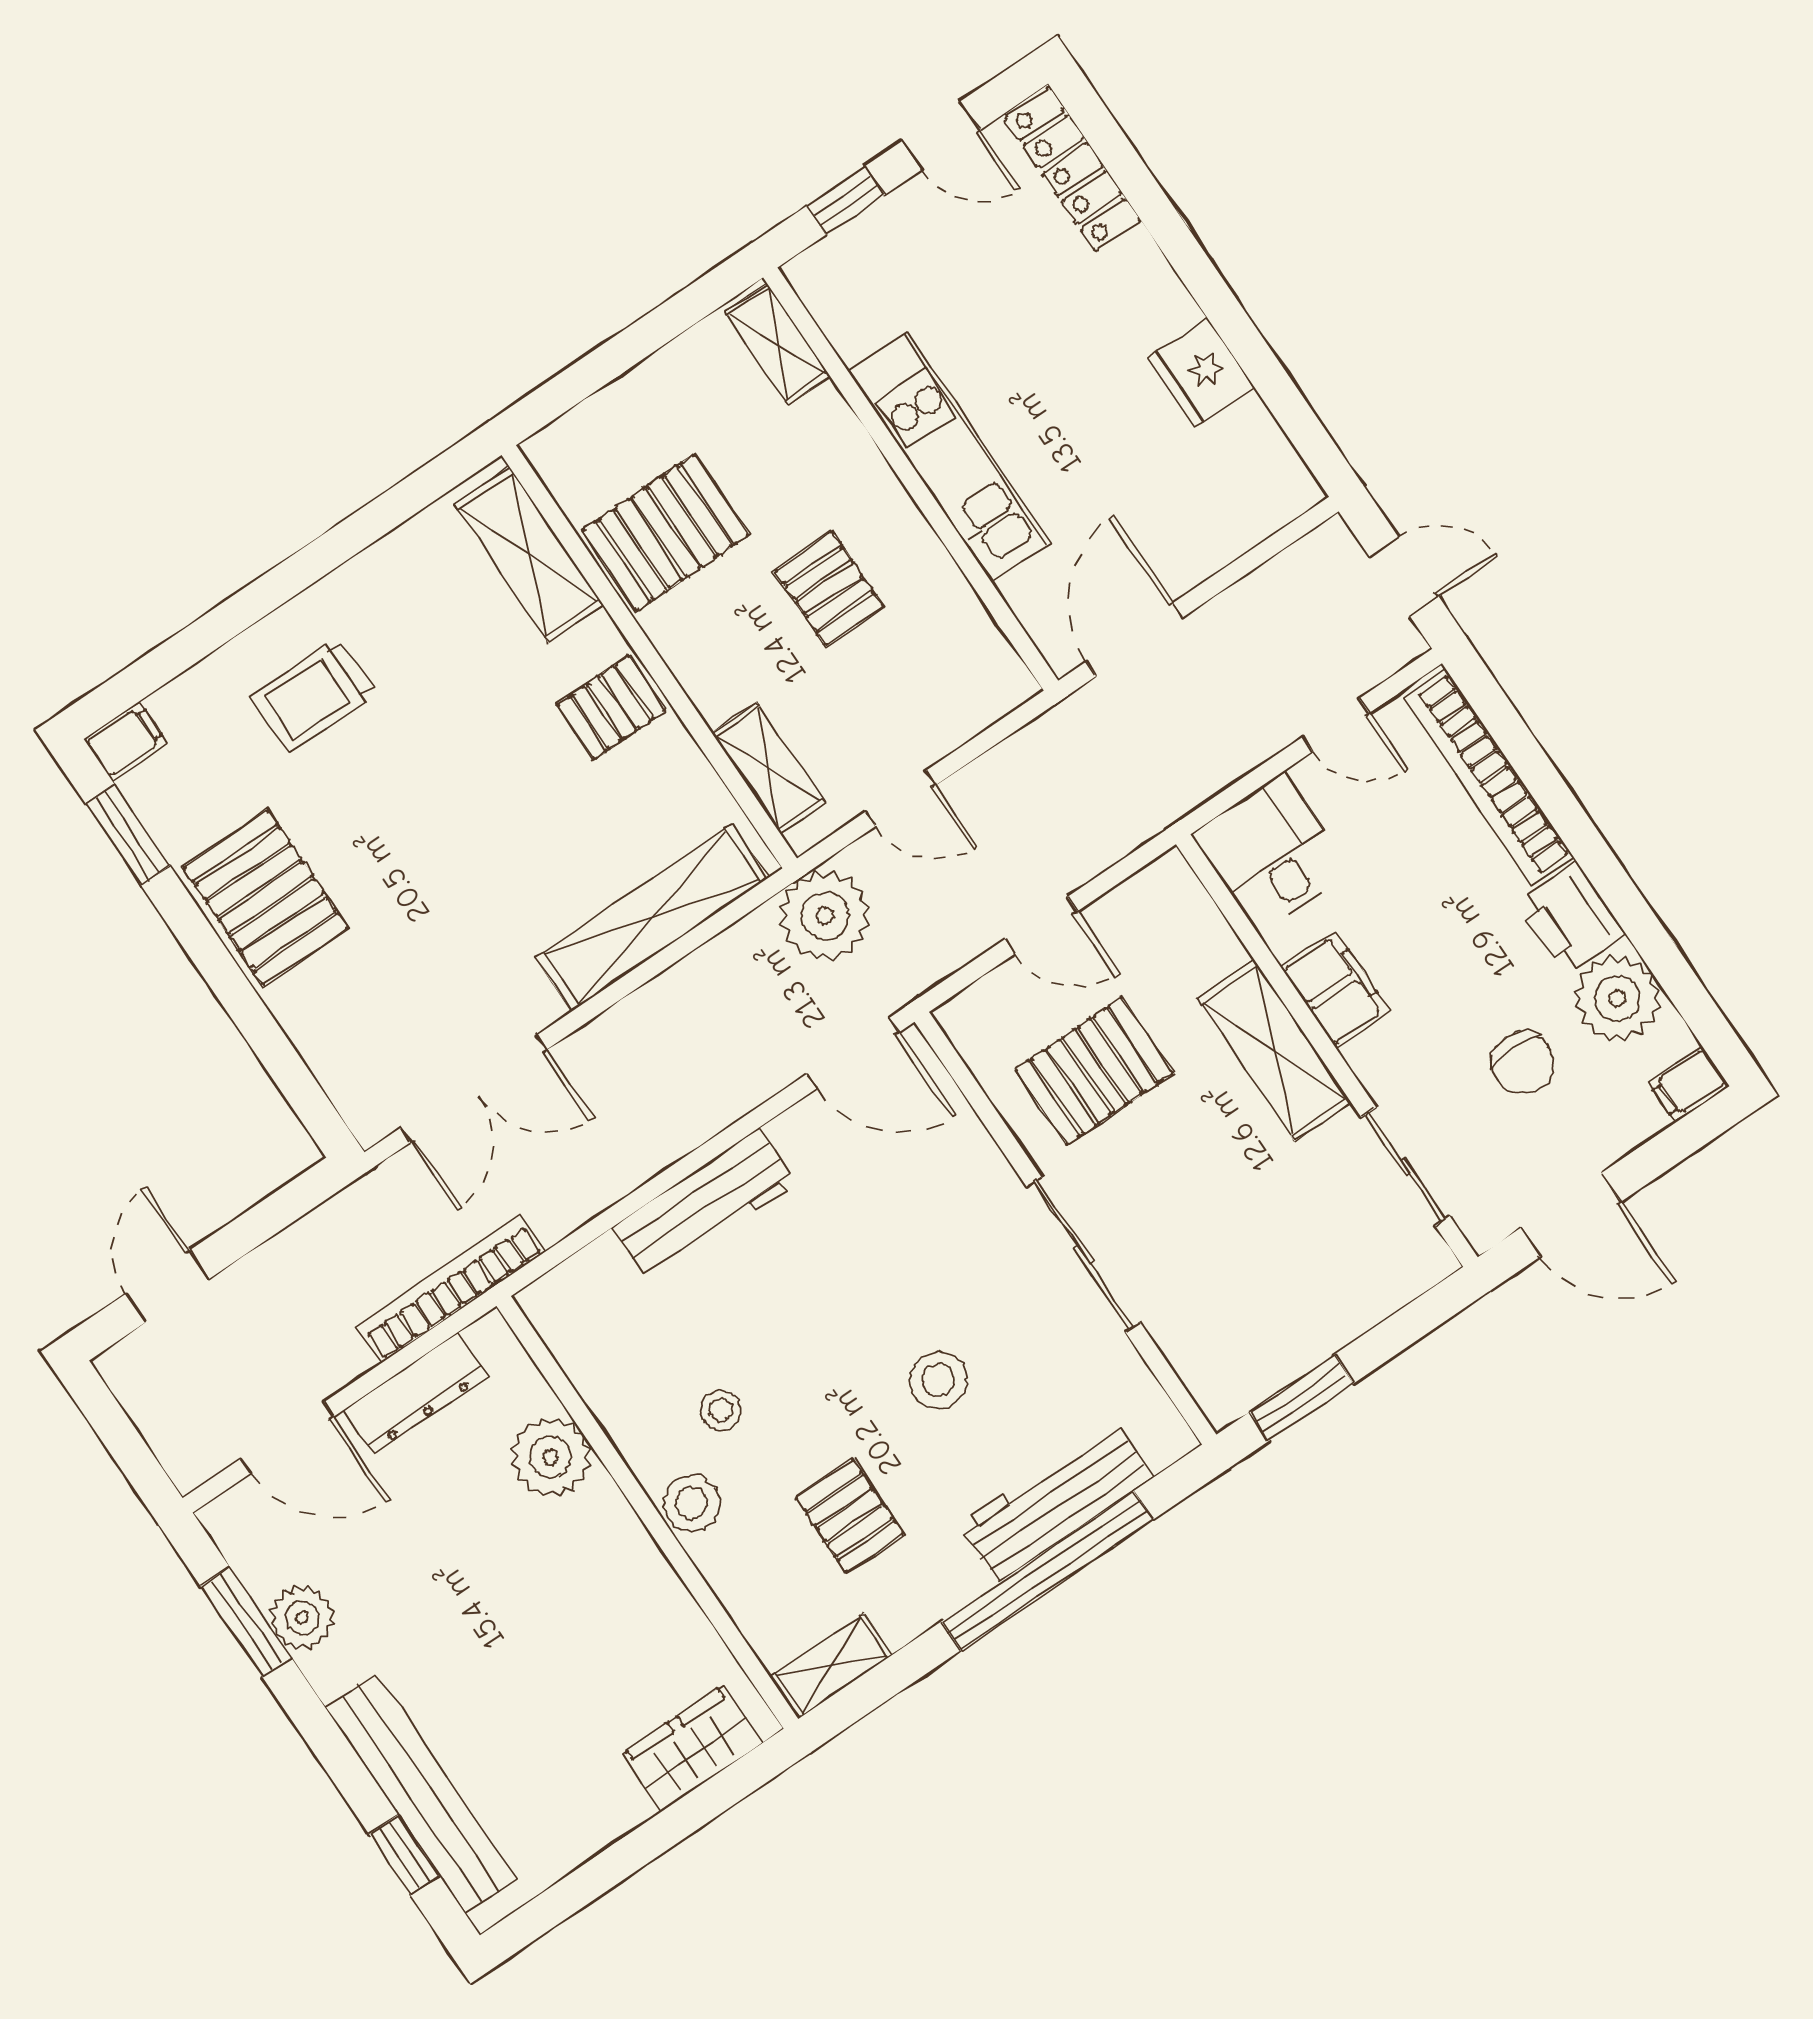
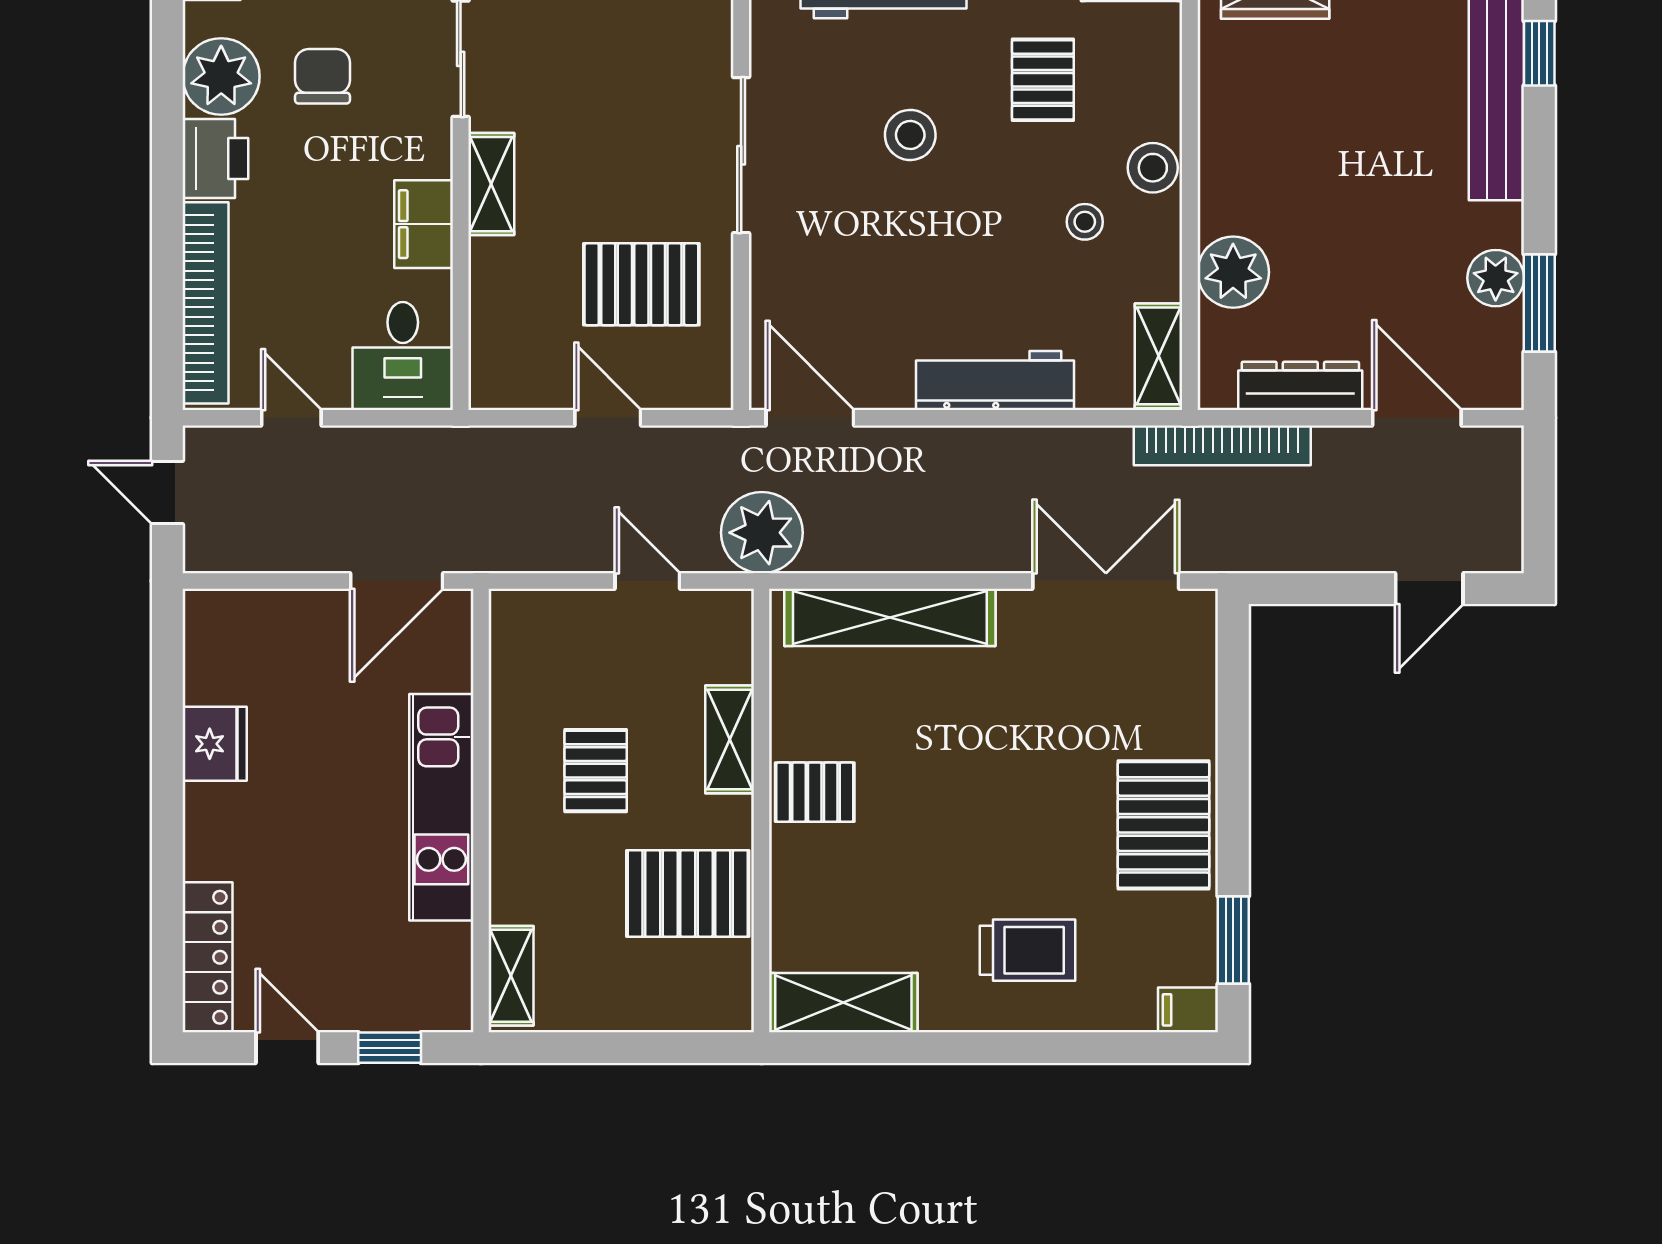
shelving: (529, 555) -> (843, 1003), moved, turned 90
shelving: (768, 768) -> (730, 739), moved
shelving: (1274, 1050) -> (491, 184), width x0.67, depth x0.75
shelving: (567, 1332) -> (1159, 356), added

